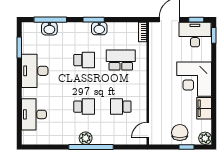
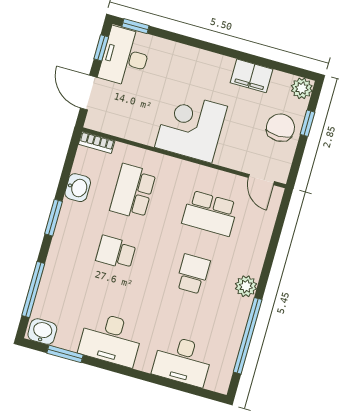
washbasin: (99, 28) -> (78, 188), moved
washbasin: (49, 29) -> (42, 332), moved, turned -90
school desk: (84, 60) -> (116, 252), turned -90
corner desk: (194, 79) -> (191, 127), moved, turned 180
school desk: (121, 107) -> (210, 213), width x1.85
chair: (180, 133) -> (280, 128), turned 90
window: (91, 147) -> (248, 336), moved

